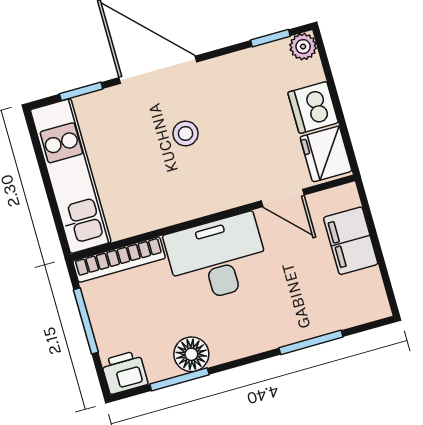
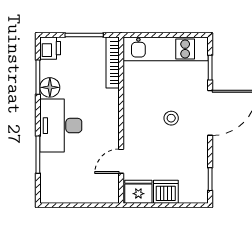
plant: (303, 47) -> (201, 196), removed
filing cabinet: (351, 241) -> (87, 192), removed
desk: (217, 258) -> (61, 126), moved, turned 180

